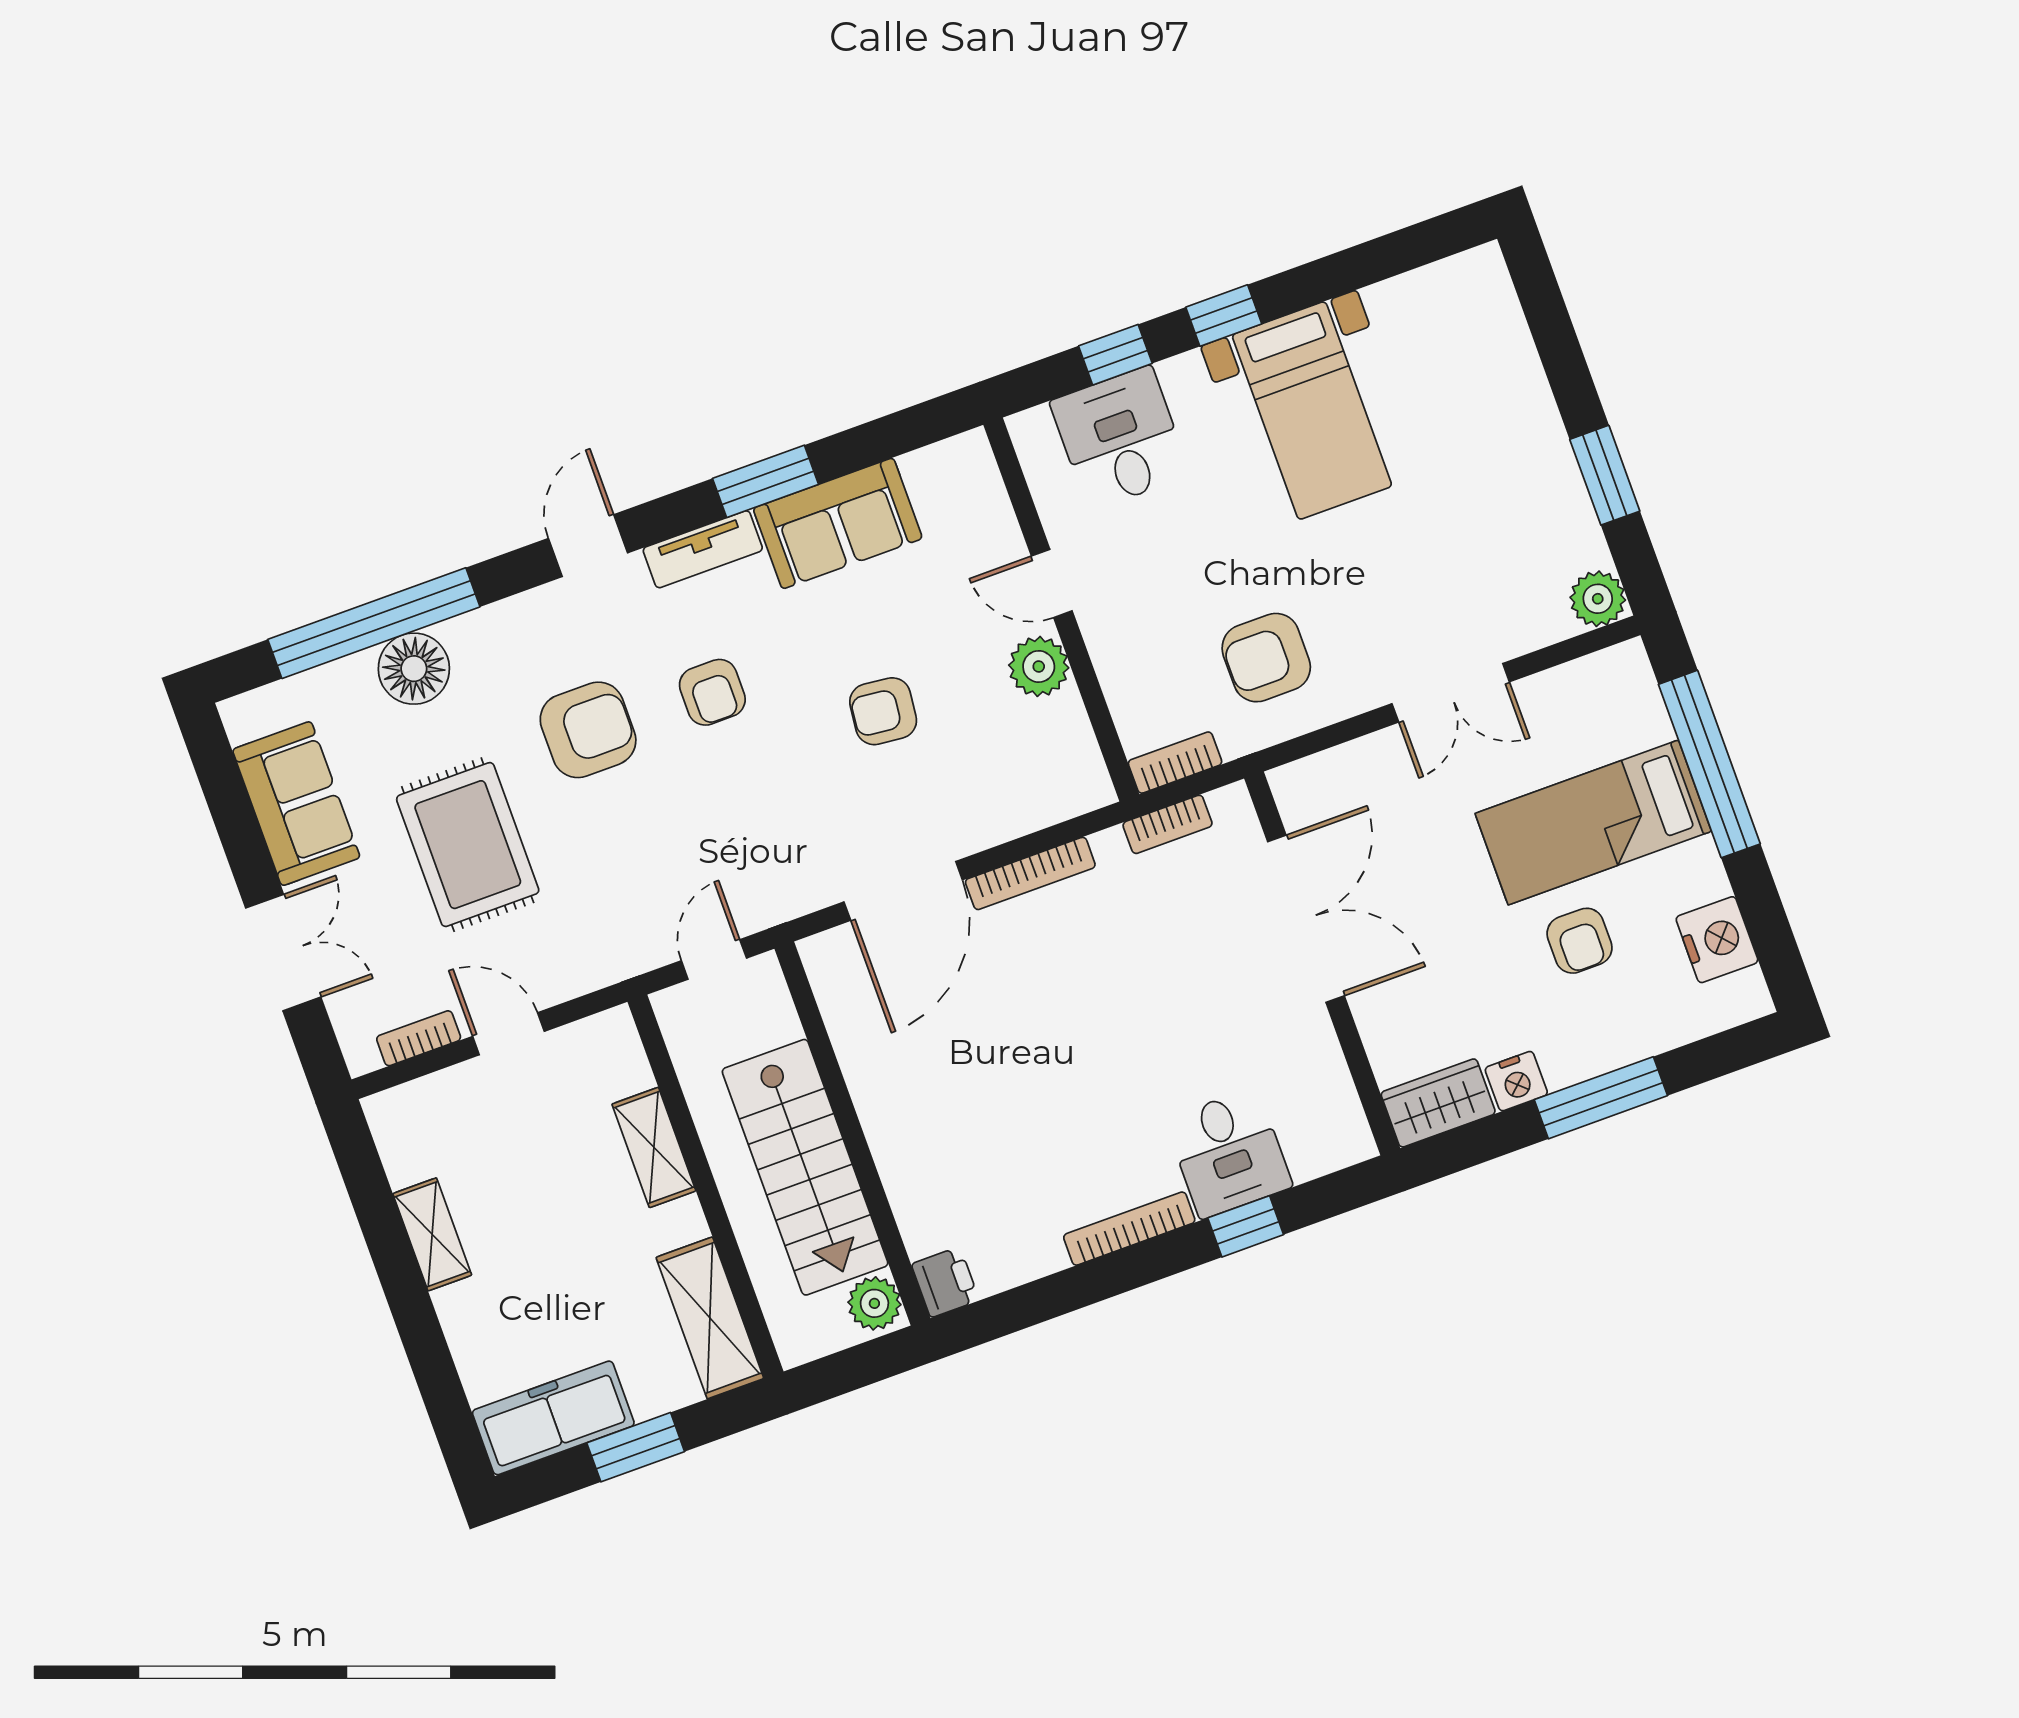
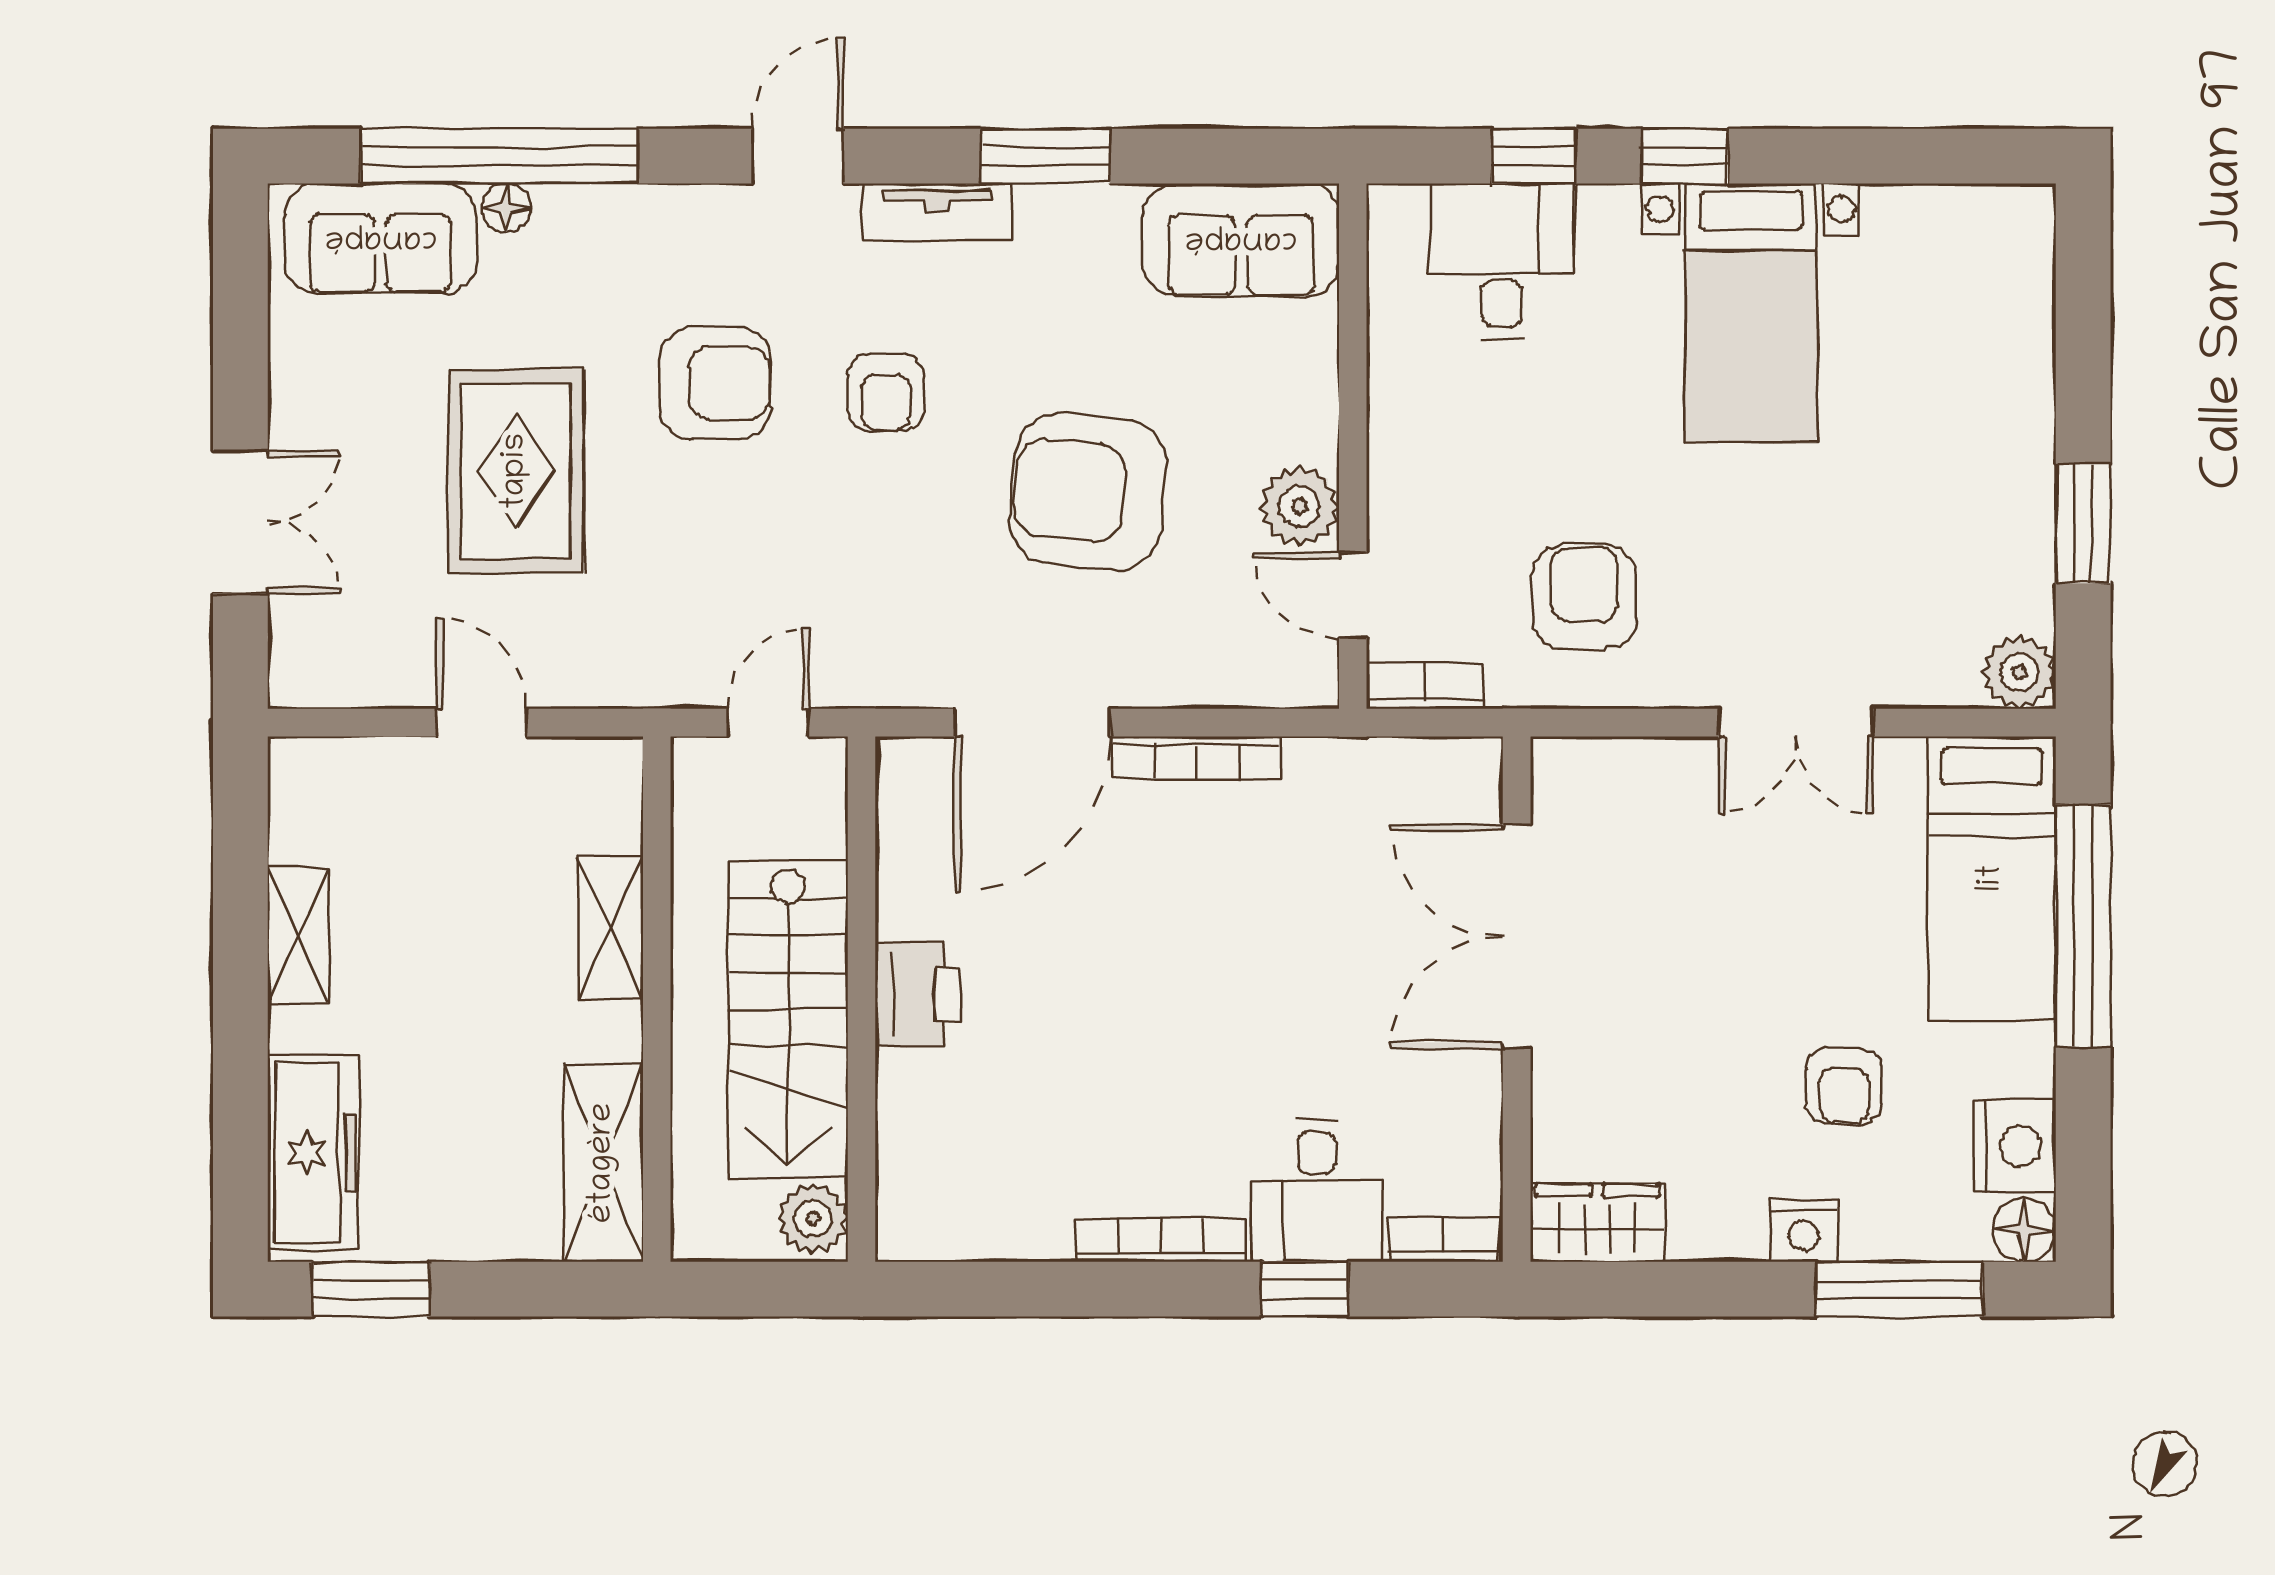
sofa: (838, 523) -> (1241, 240), moved
door: (1052, 583) -> (1353, 595), moved
armchair: (1266, 658) -> (1584, 597), turned 90
floor lamp: (414, 669) -> (506, 208), width x0.53, depth x0.53
armchair: (883, 711) -> (1088, 492), width x1.88, depth x1.88
sofa: (296, 804) -> (381, 239), moved, turned 90
bed: (1593, 822) -> (1992, 878), moved, turned -90
bookcase: (1168, 824) -> (1443, 1240), moved, turned 180
double door: (1306, 919) -> (1517, 937), swing flipped
floor lamp: (1746, 997) -> (2024, 1230), added
bookcase: (419, 1038) -> (369, 688), removed
nightstand: (1516, 1081) -> (1804, 1231), moved
window: (1601, 1098) -> (1899, 1289), moved
printer: (945, 1282) -> (918, 994), moved, width x1.36, depth x1.24
freezer: (553, 1418) -> (313, 1153), moved, turned 90
window: (636, 1447) -> (371, 1289), moved

